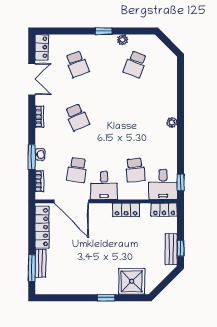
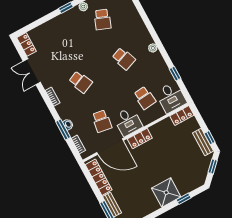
school desk: (77, 64) -> (124, 59), moved
double door: (32, 79) -> (32, 72), swing flipped
window: (181, 182) -> (175, 74), moved
locker: (126, 210) -> (140, 138), moved
window: (167, 280) -> (213, 166), added
shower: (132, 281) -> (166, 193), moved
window: (106, 298) -> (184, 199), moved

